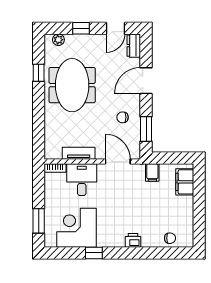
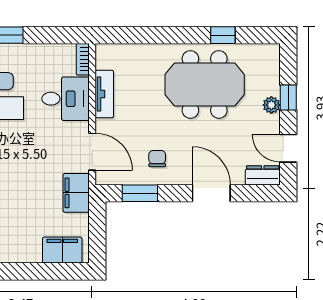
plant: (58, 40) -> (271, 105), moved
door: (118, 162) -> (92, 152), hinge flipped
filing cabinet: (152, 172) -> (76, 193), width x2.00

